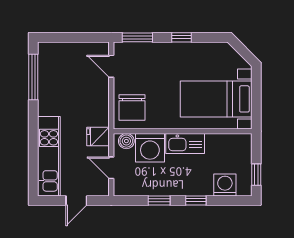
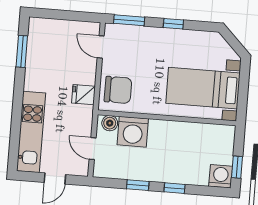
window: (33, 77) -> (22, 51), width x0.69
chair: (132, 107) -> (118, 90), turned -90
fridge: (98, 136) -> (84, 95), moved
kitchen sink: (185, 144) -> (168, 130), removed
washing machine: (225, 185) -> (221, 176), moved

